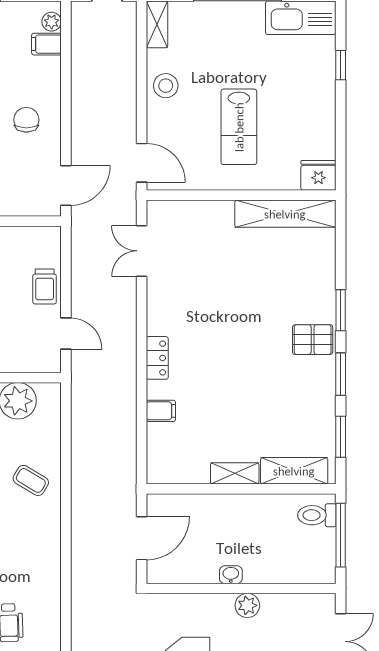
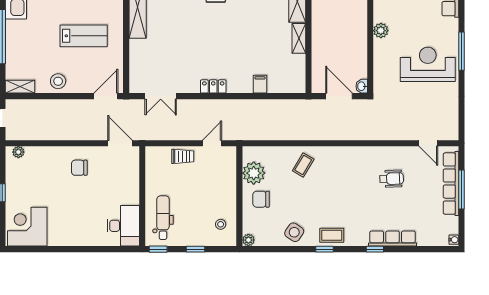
filing cabinet: (46, 44) -> (32, 155), removed
locker: (157, 358) -> (213, 86), moved
washbasin: (231, 575) -> (362, 86), moved

